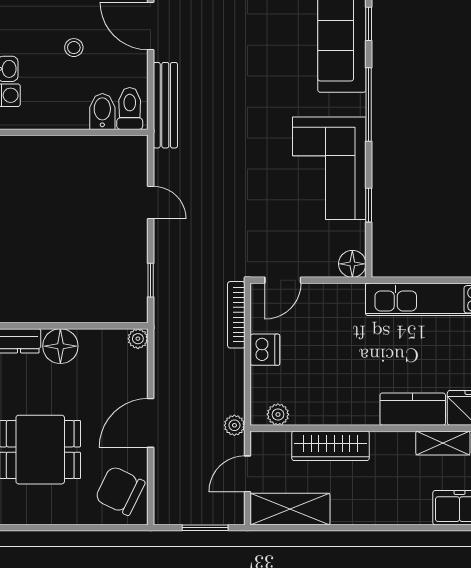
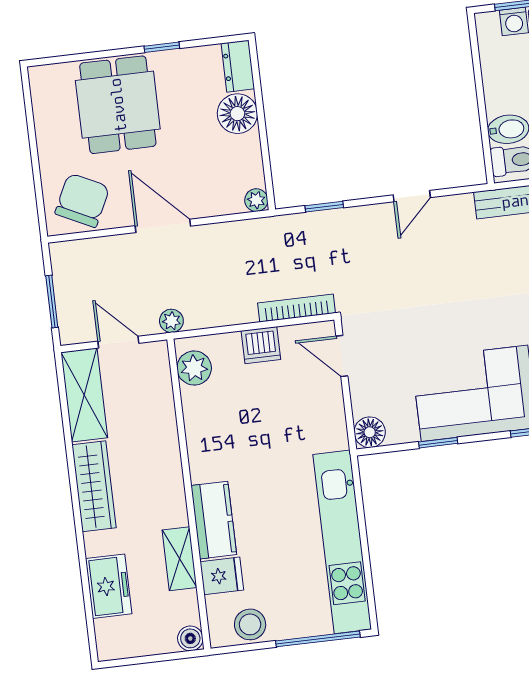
plant: (278, 414) -> (194, 368), width x1.38, depth x1.38
wardrobe: (330, 446) -> (94, 486), moved, turned 180

